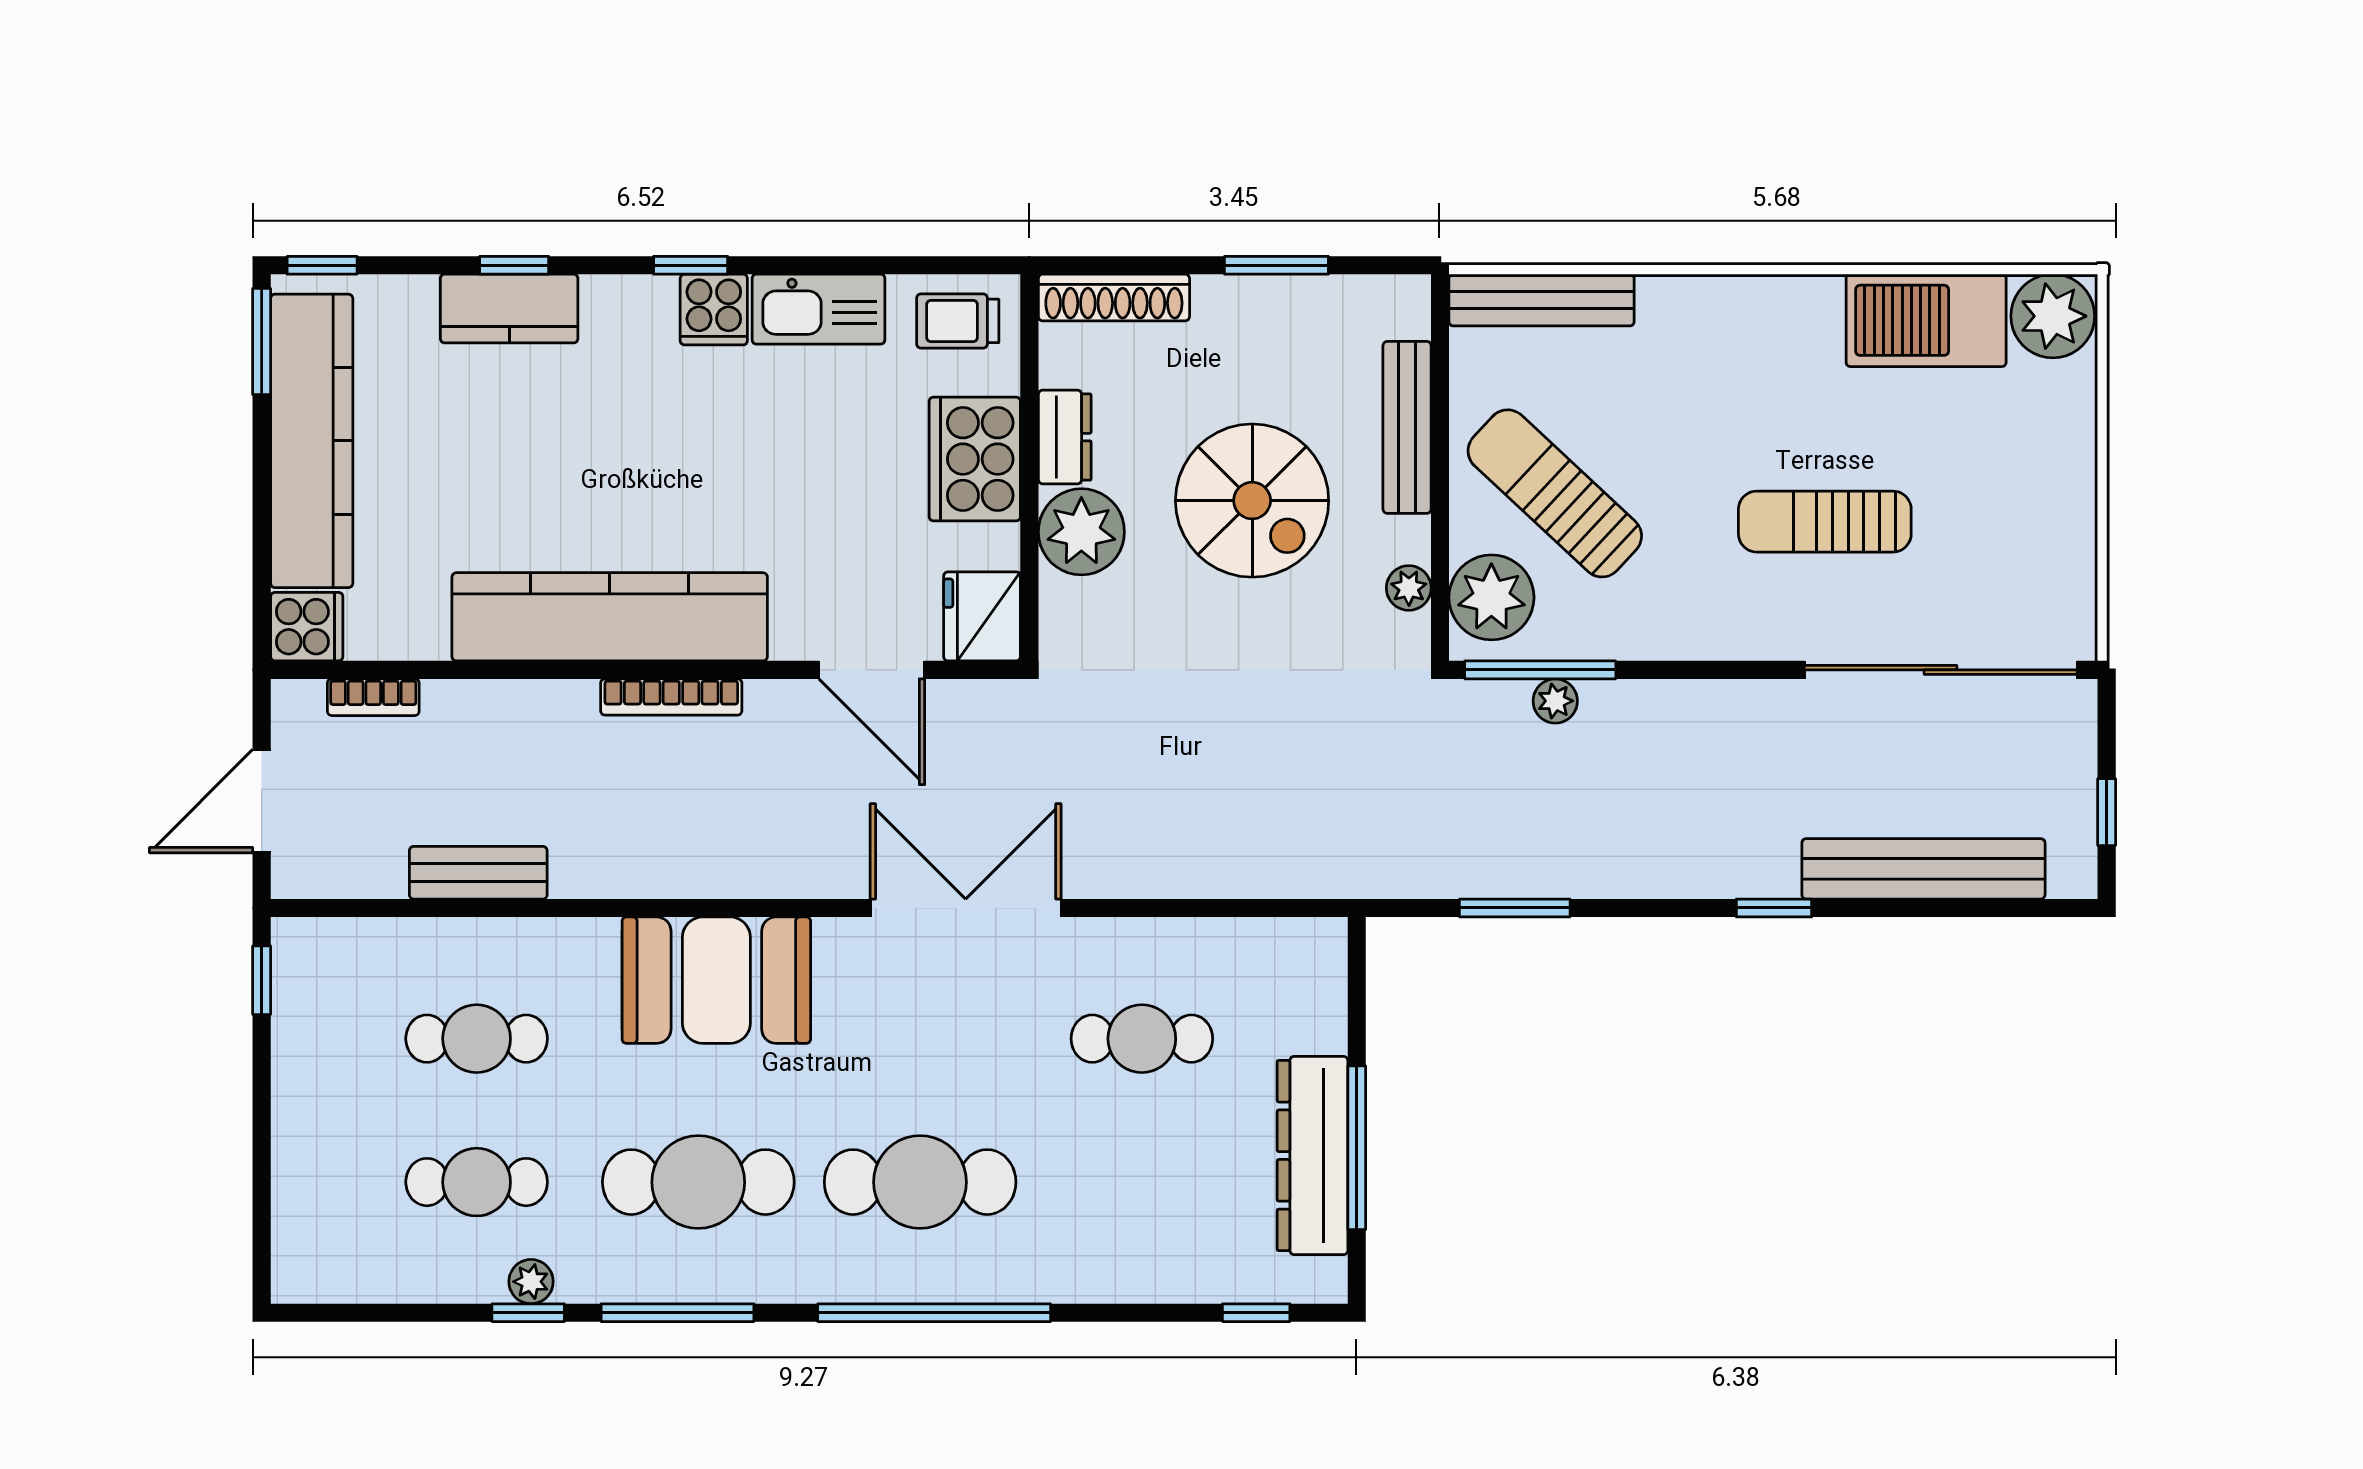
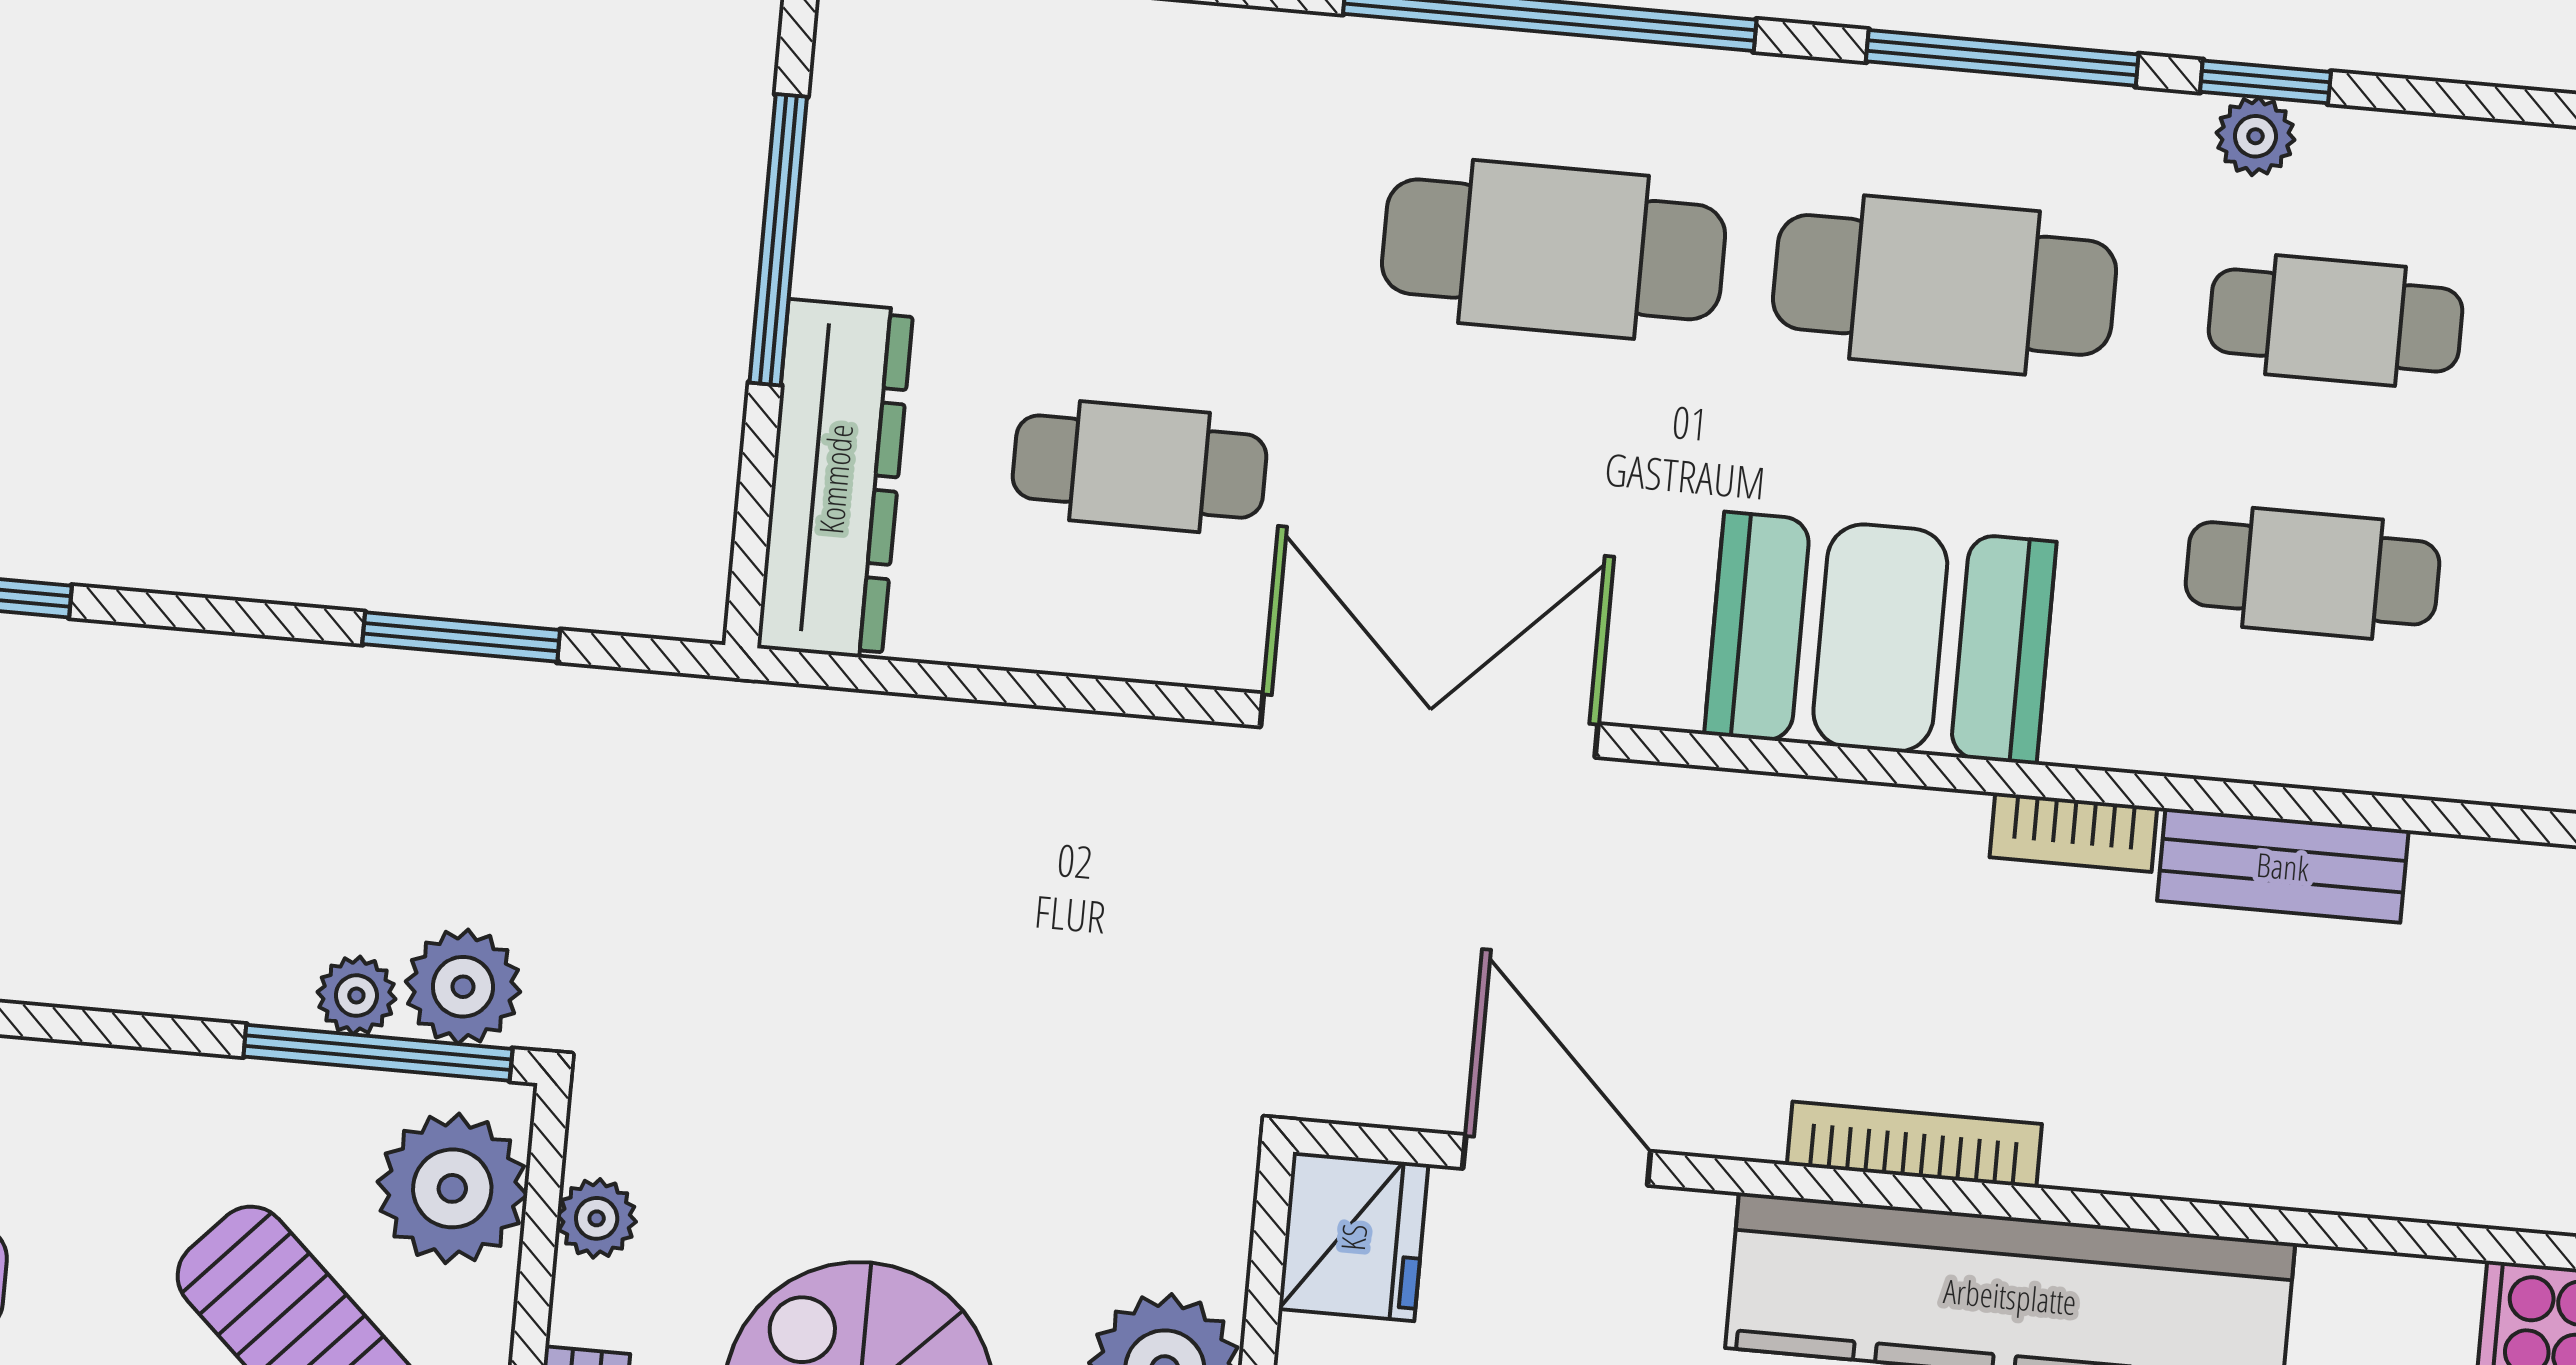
bookcase: (373, 697) -> (2073, 832), moved, turned 180
plant: (1496, 711) -> (463, 987), added
double door: (966, 908) -> (1429, 725), swing flipped
dresser: (1312, 1156) -> (835, 479), moved

